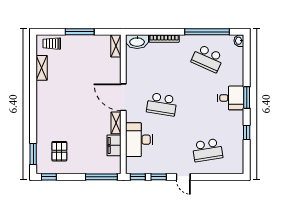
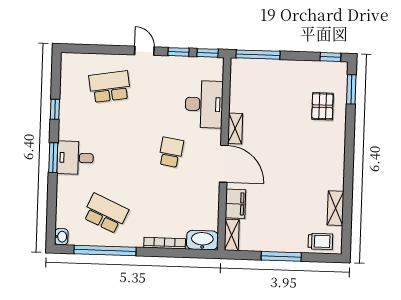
school desk: (162, 104) -> (171, 152), width x0.54
filing cabinet: (114, 145) -> (235, 204), moved
pallet: (59, 151) -> (322, 106), moved

